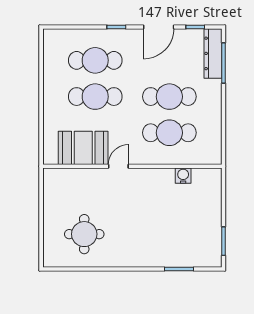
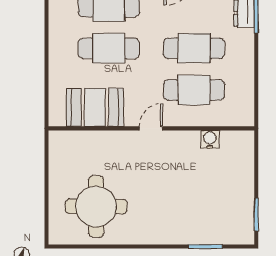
door: (118, 166) -> (151, 128), moved
round table: (84, 234) -> (96, 206), width x1.36, depth x1.36

